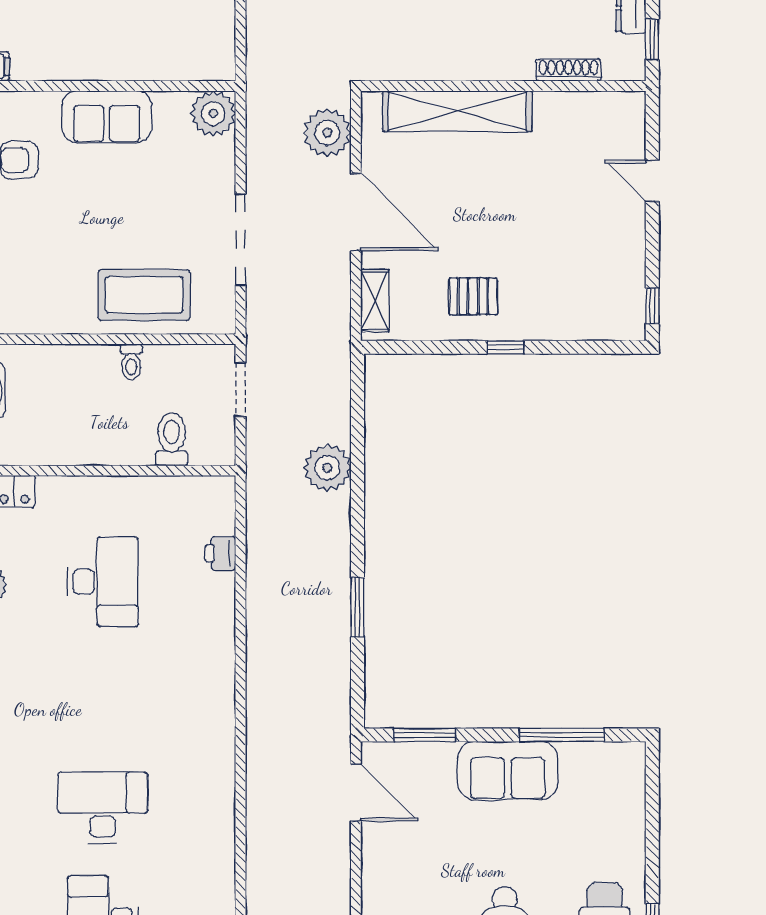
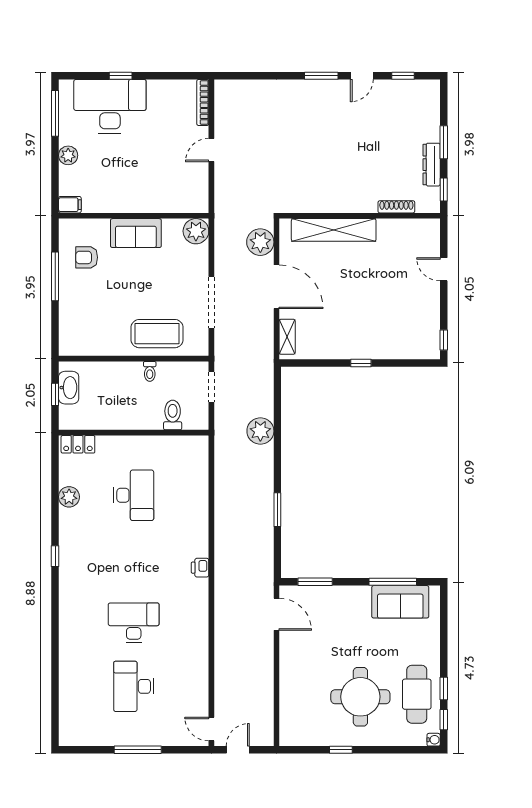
pallet: (473, 296) -> (343, 334), removed
printer: (220, 553) -> (200, 568), moved
sofa: (508, 771) -> (400, 602), moved

